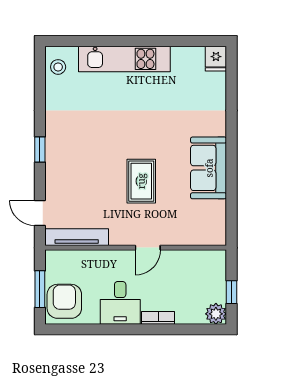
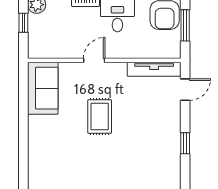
sofa: (209, 168) -> (43, 88), moved
door: (40, 213) -> (185, 90), hinge flipped

